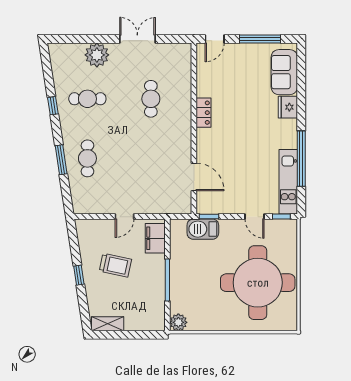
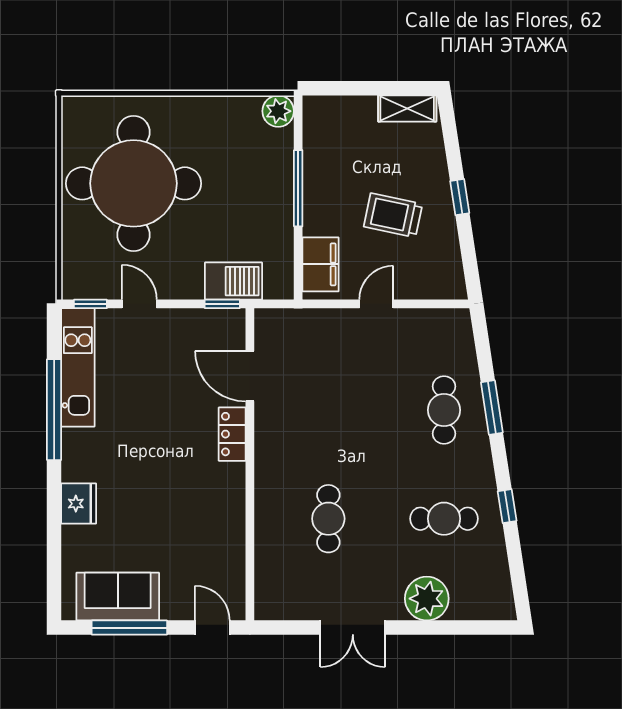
door: (215, 39) -> (212, 628), hinge flipped
sofa: (284, 72) -> (118, 597), moved, turned -90
locker: (204, 113) -> (232, 434), moved

